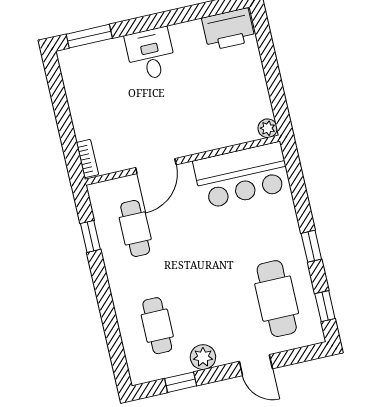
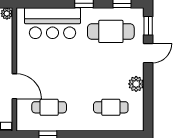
bar counter: (242, 175) -> (52, 23), moved, turned 90
window: (181, 382) -> (148, 26), moved

